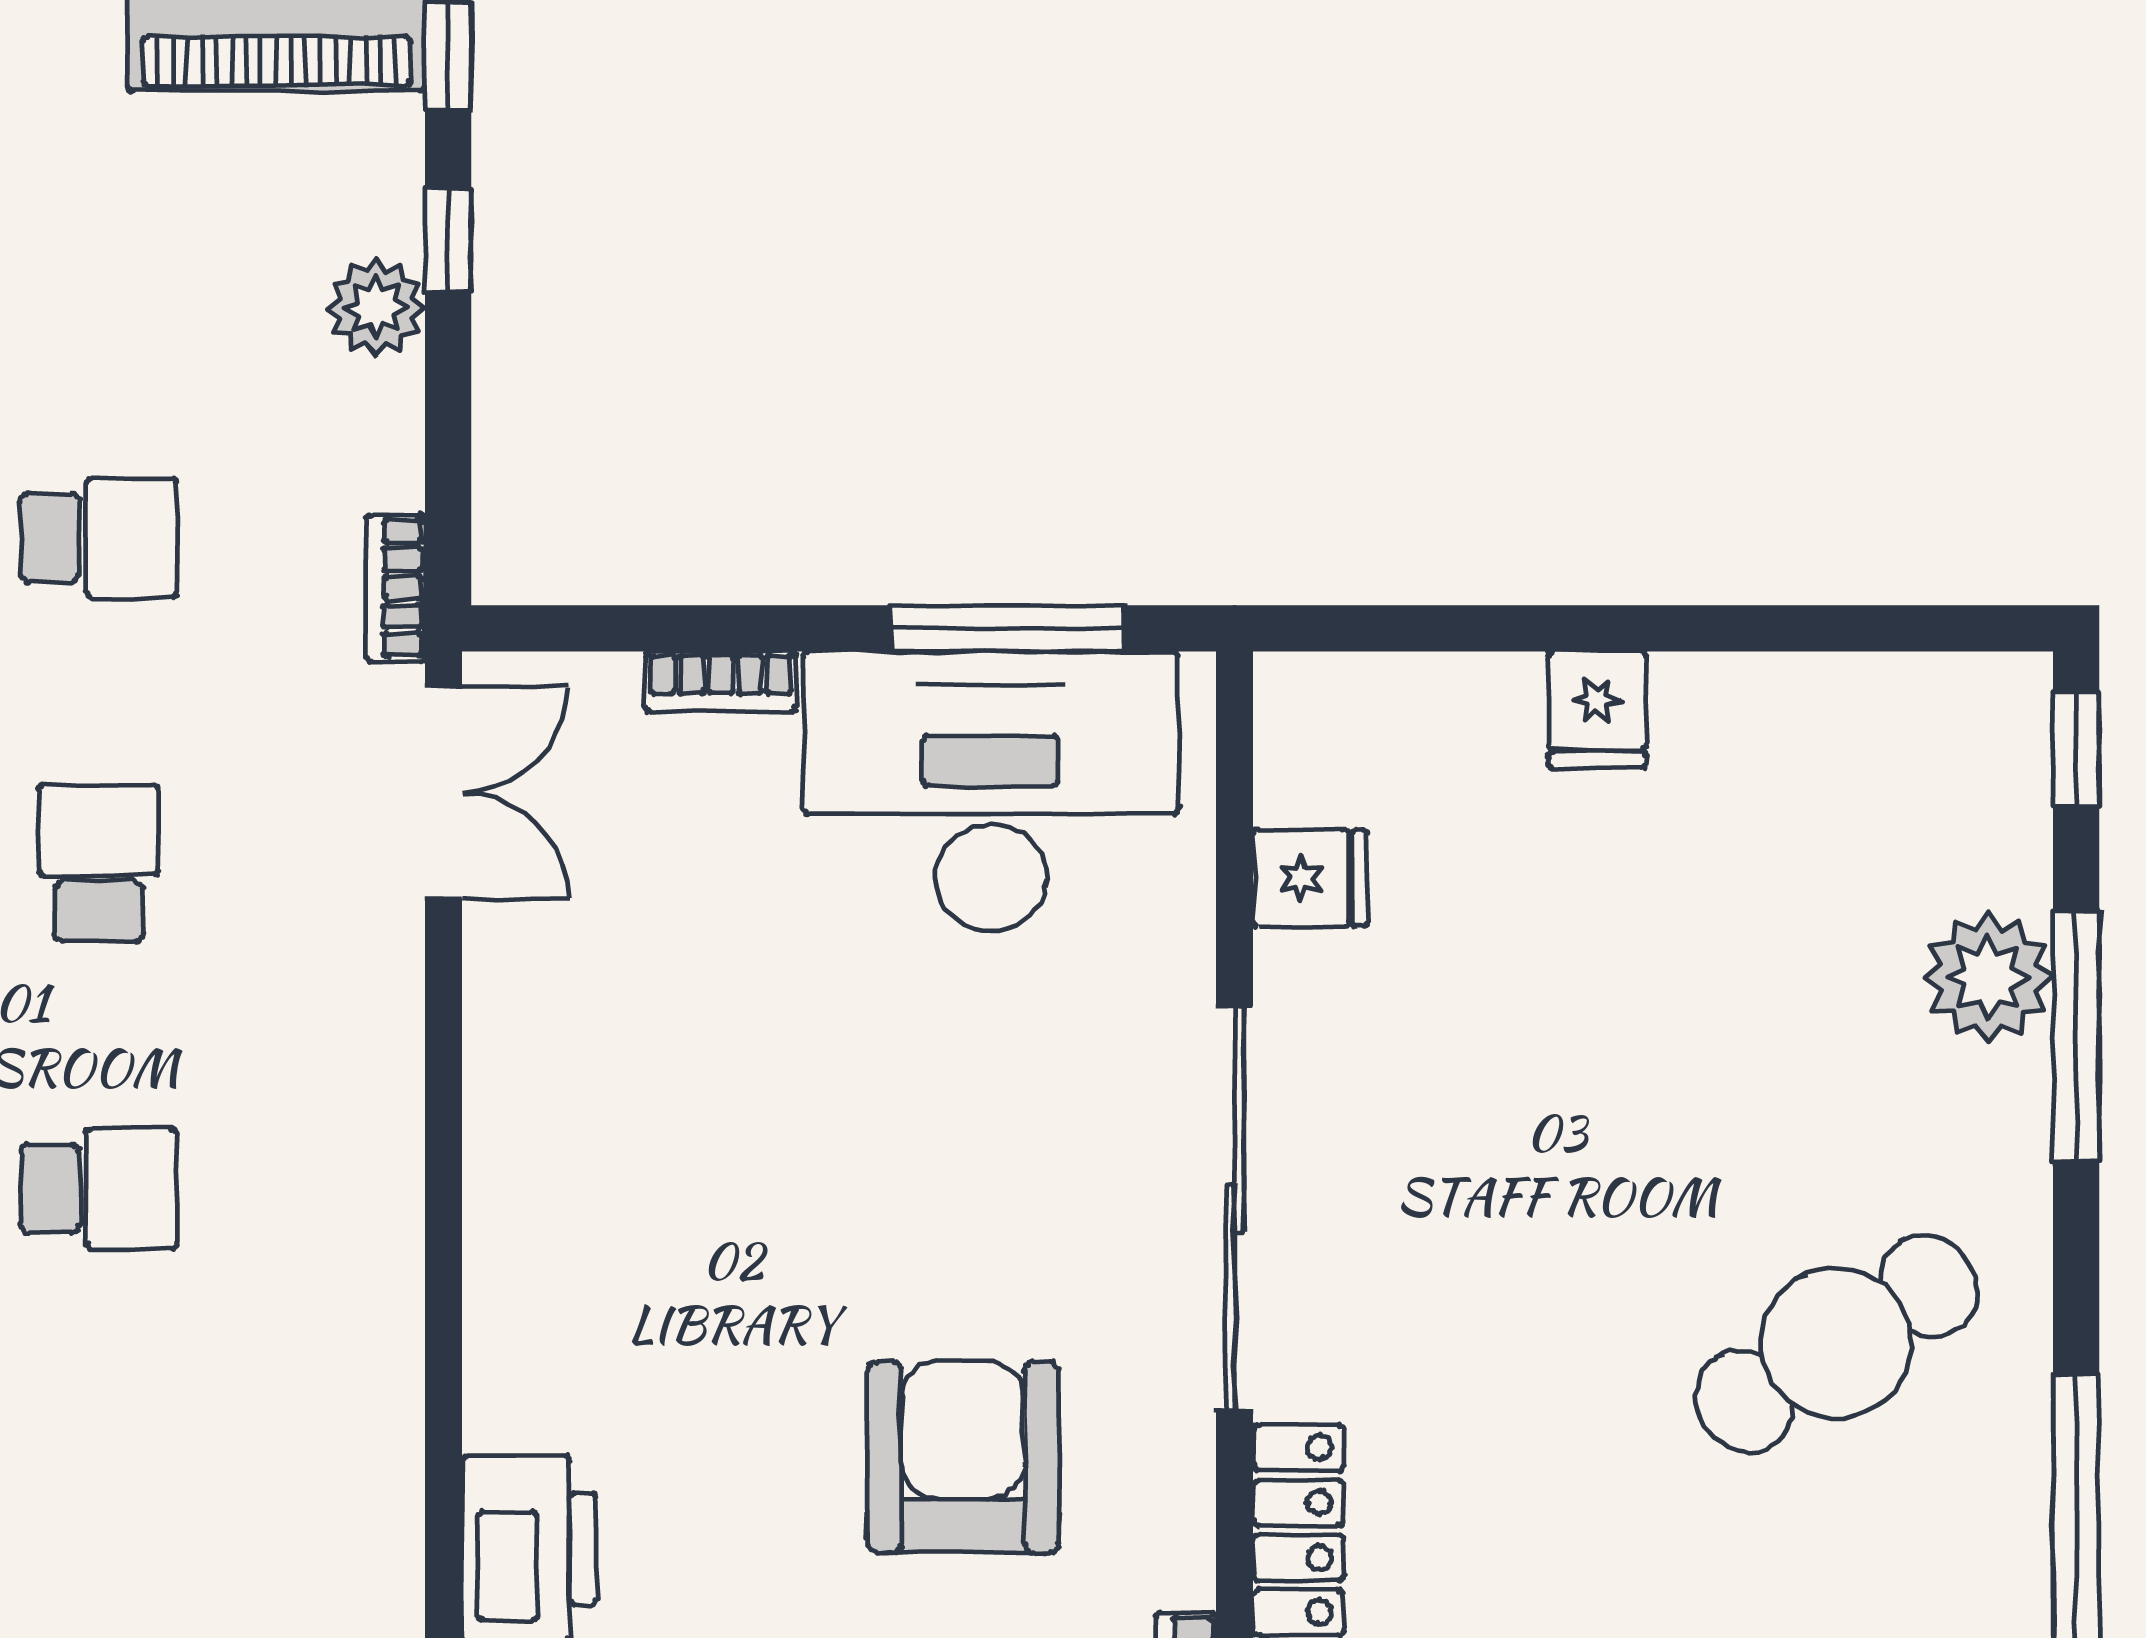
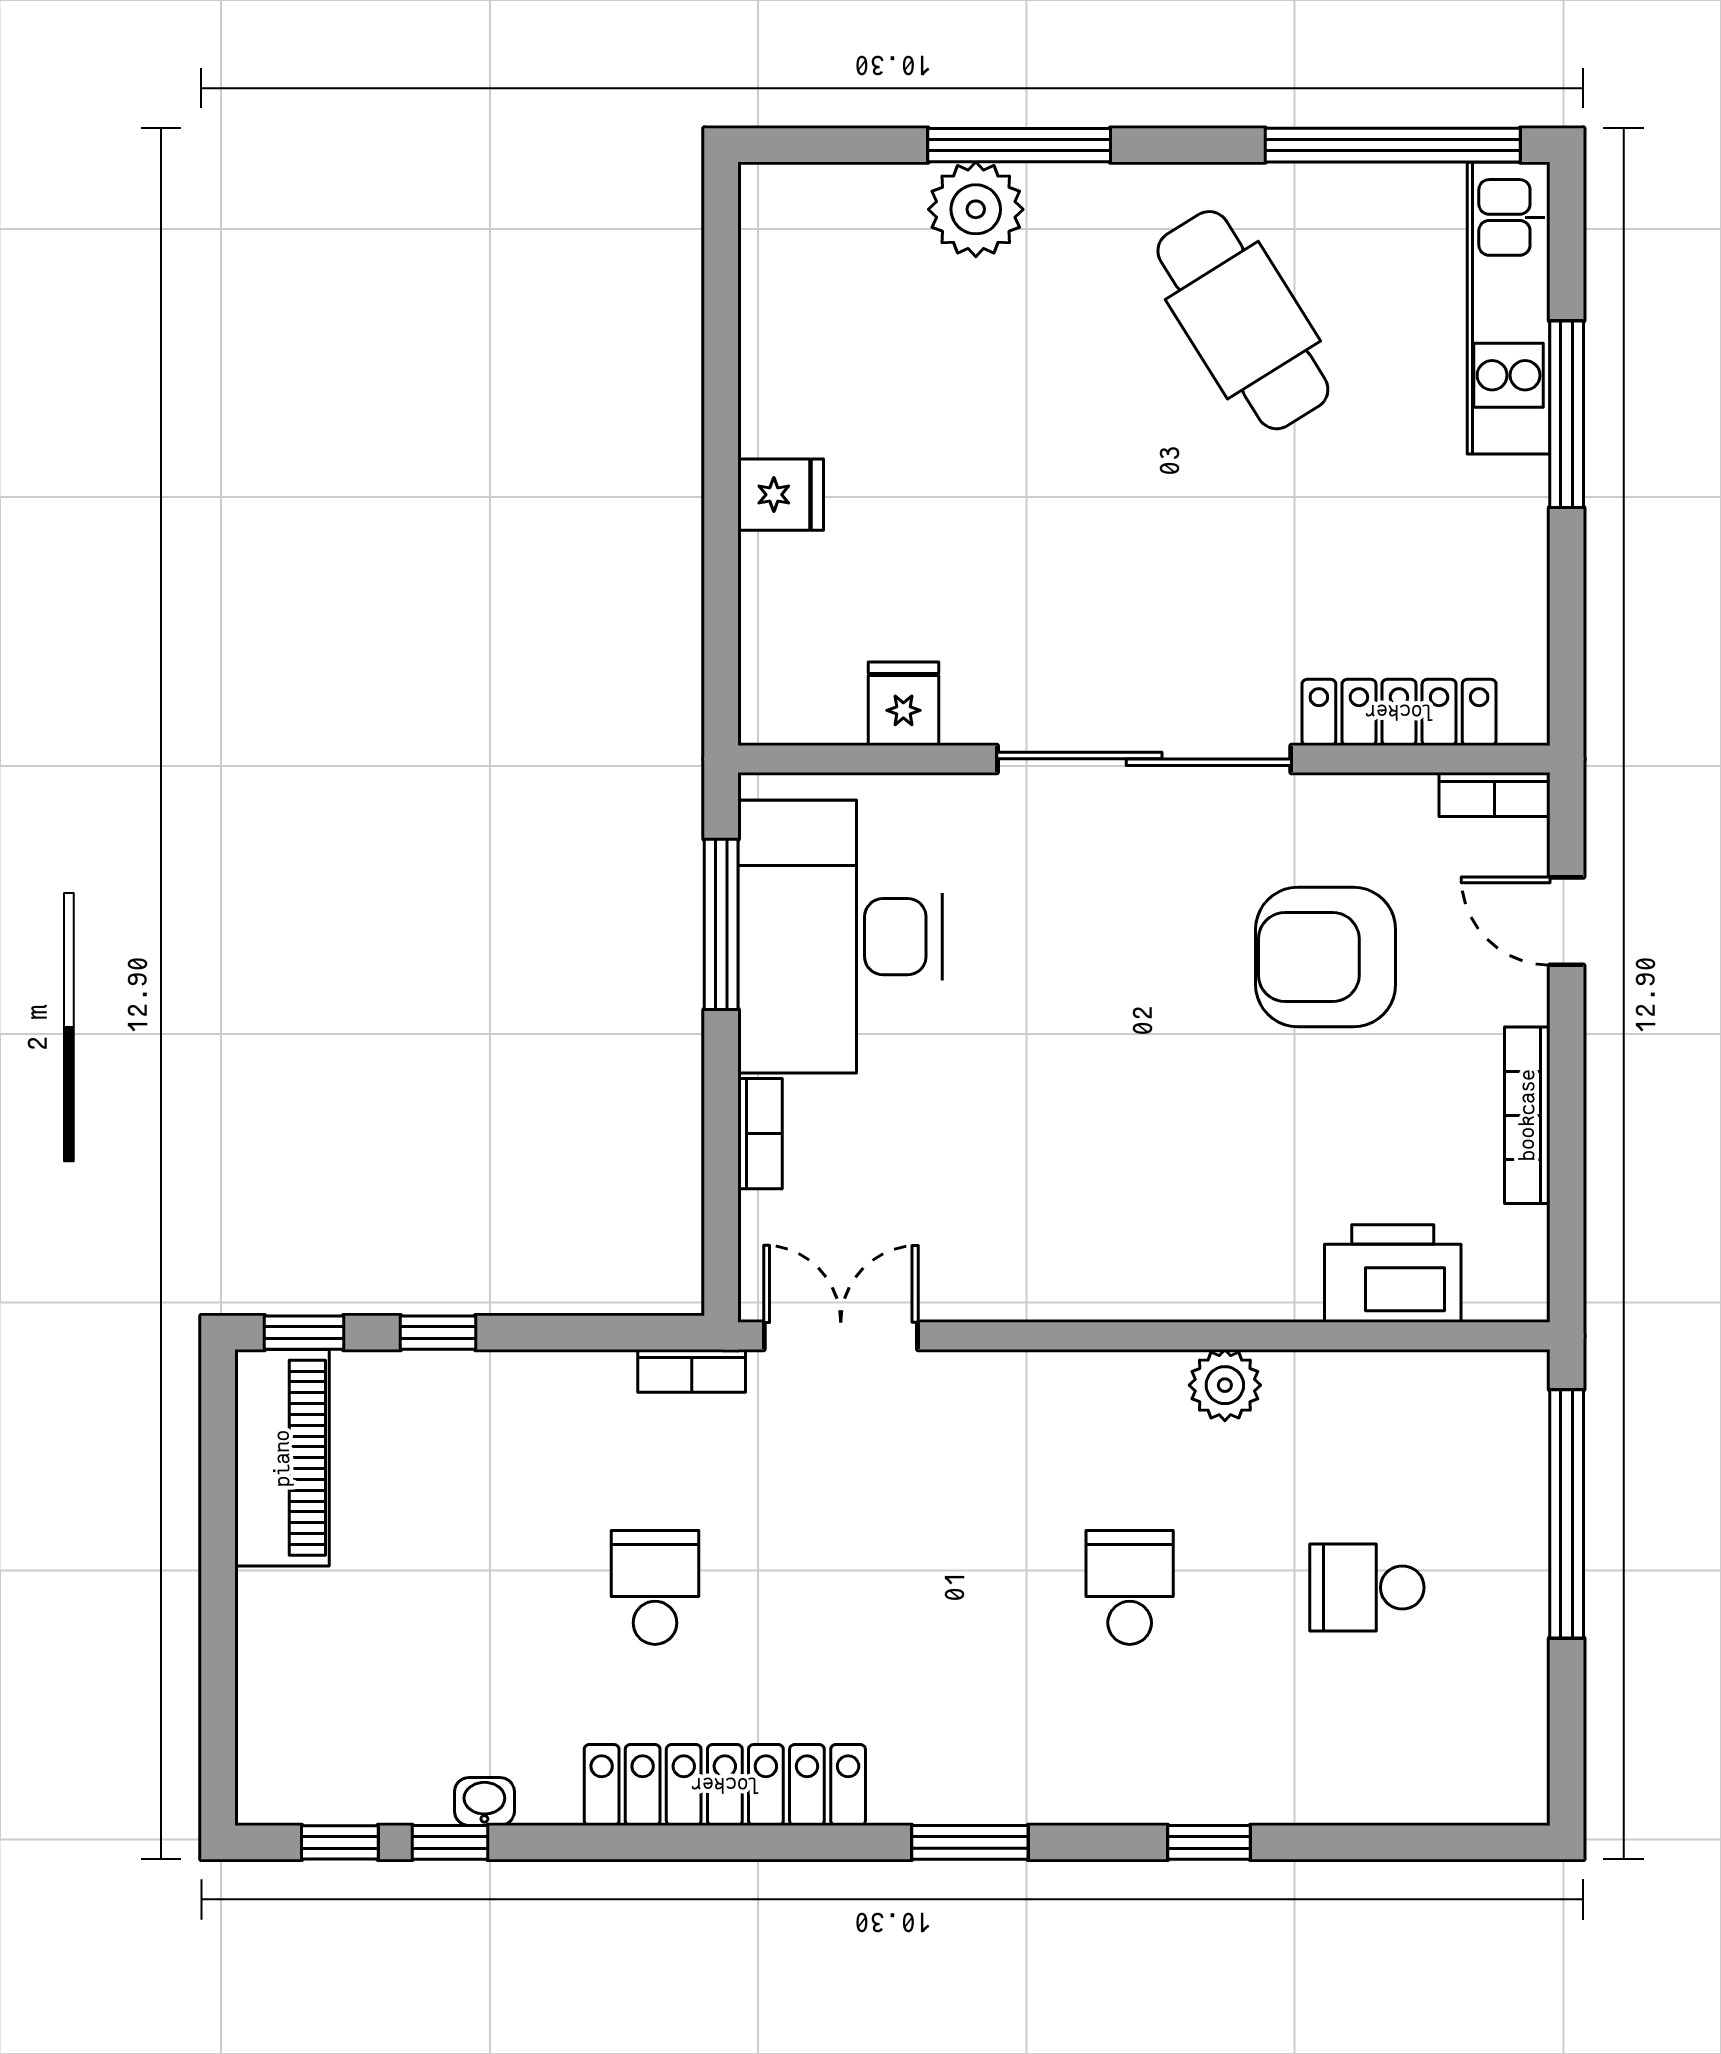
plant: (376, 307) -> (1225, 1385), moved
window: (2076, 749) -> (809, 145), removed
school desk: (99, 863) -> (1367, 1587), moved

